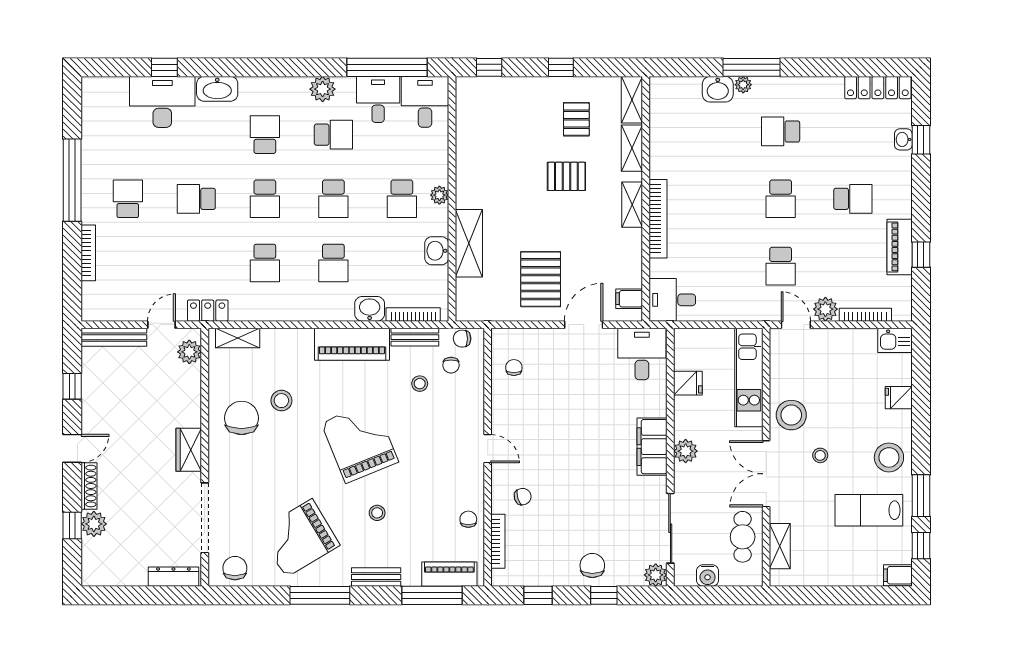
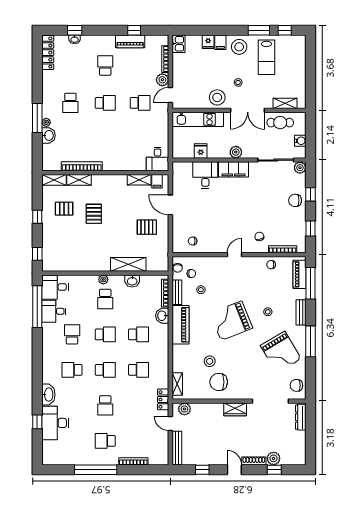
plant: (323, 89) -> (48, 340), removed
school desk: (402, 199) -> (105, 299), turned 90
shelving: (632, 205) -> (139, 180), moved
bookcase: (658, 219) -> (82, 166), moved
pallet: (541, 279) -> (147, 227), width x0.67, depth x0.71
desk: (642, 354) -> (205, 175), moved, turned 90
filing cabinet: (898, 575) -> (220, 42), moved

